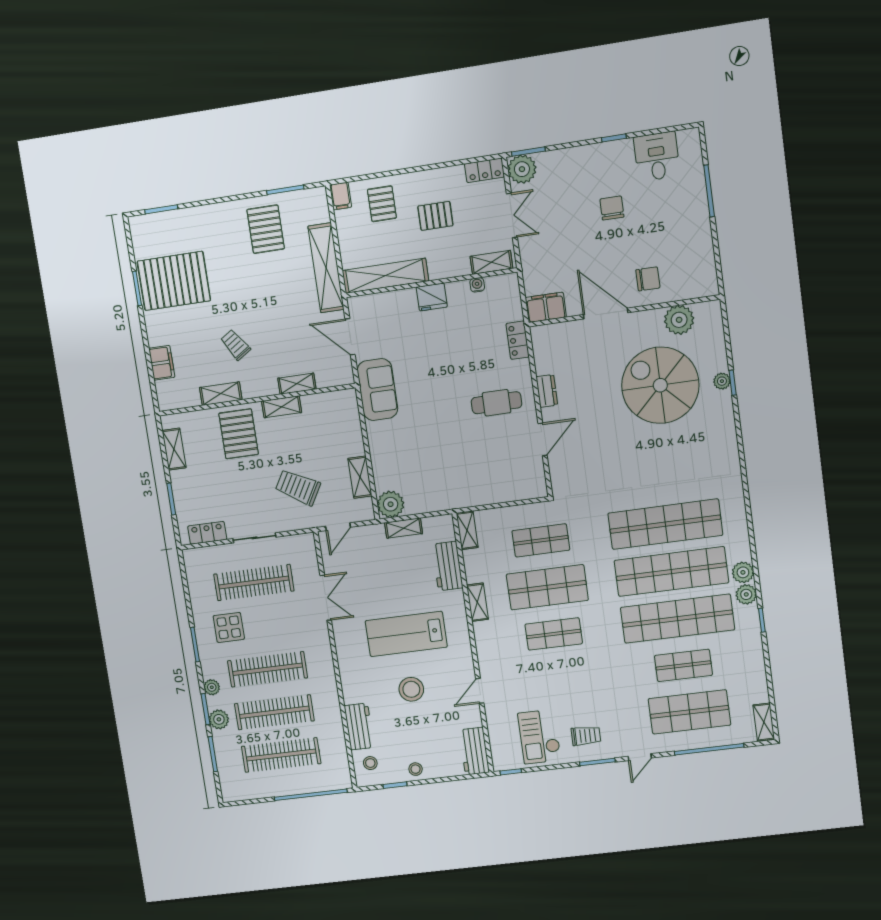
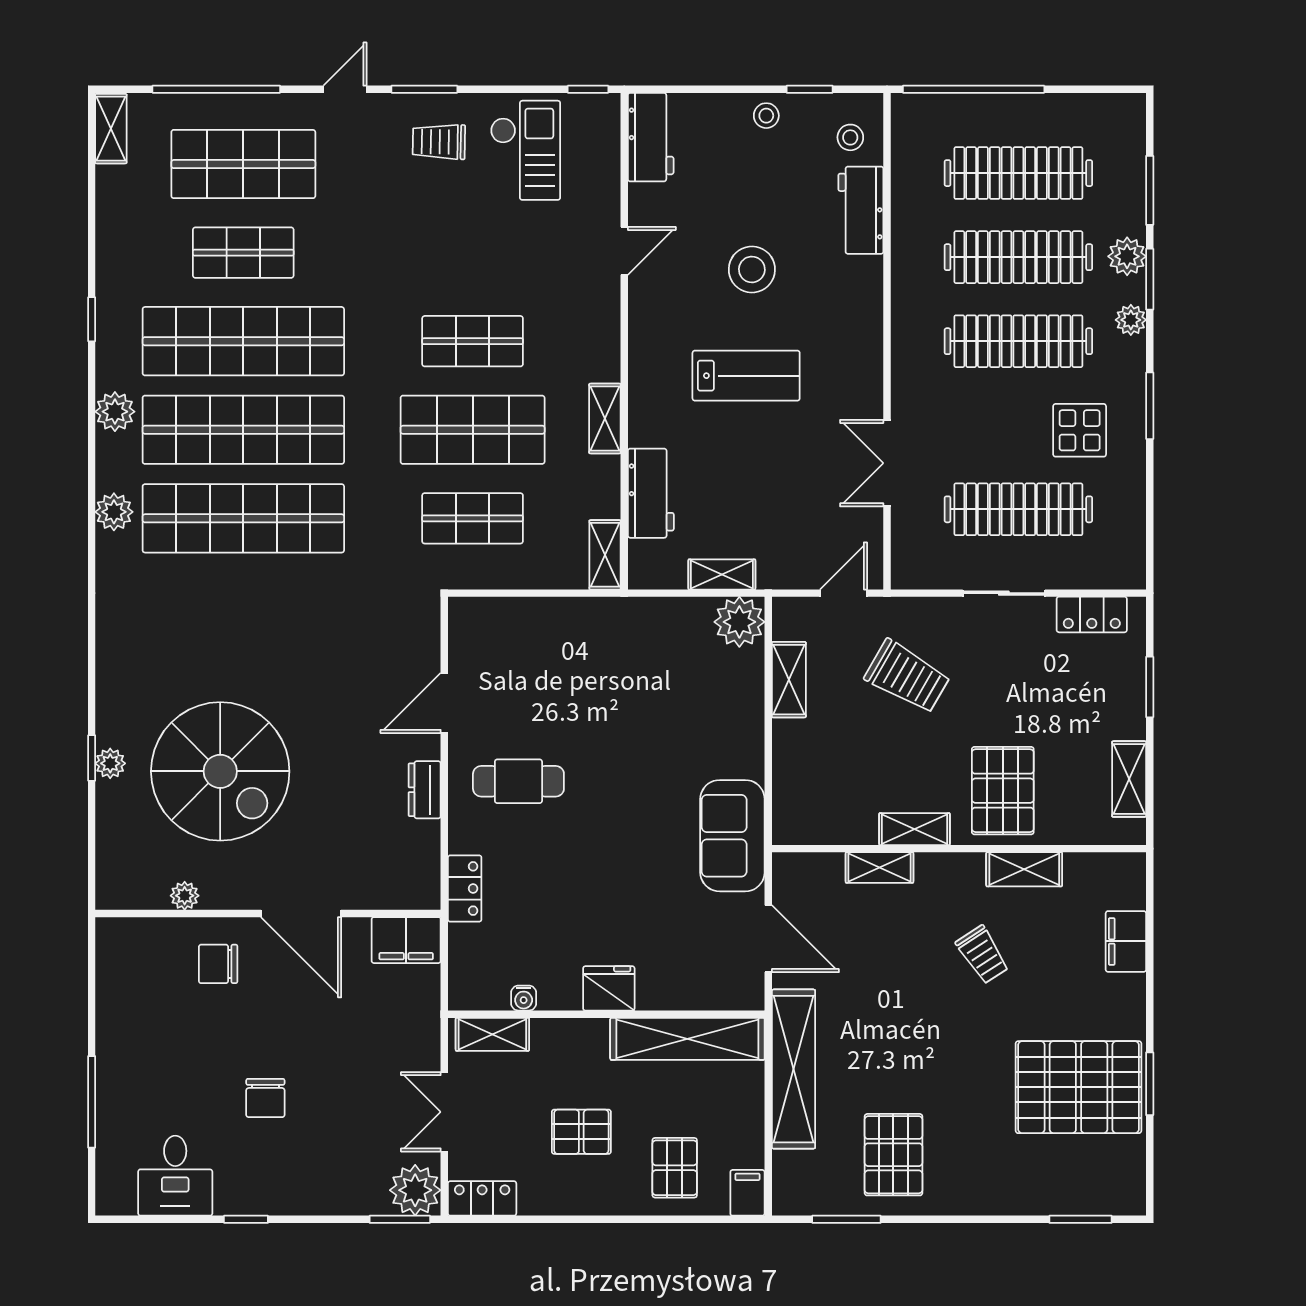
plant: (679, 320) -> (185, 896), width x0.53, depth x0.53
plant: (746, 594) -> (114, 512), moved
lab bench: (406, 634) -> (746, 376), width x0.73, depth x0.72

